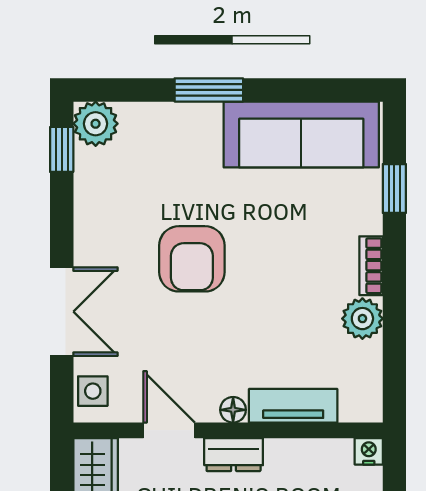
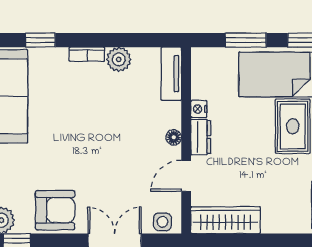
armchair: (192, 259) -> (55, 210), moved
tv unit: (293, 406) -> (171, 74), moved
nightstand: (369, 451) -> (199, 109), moved

